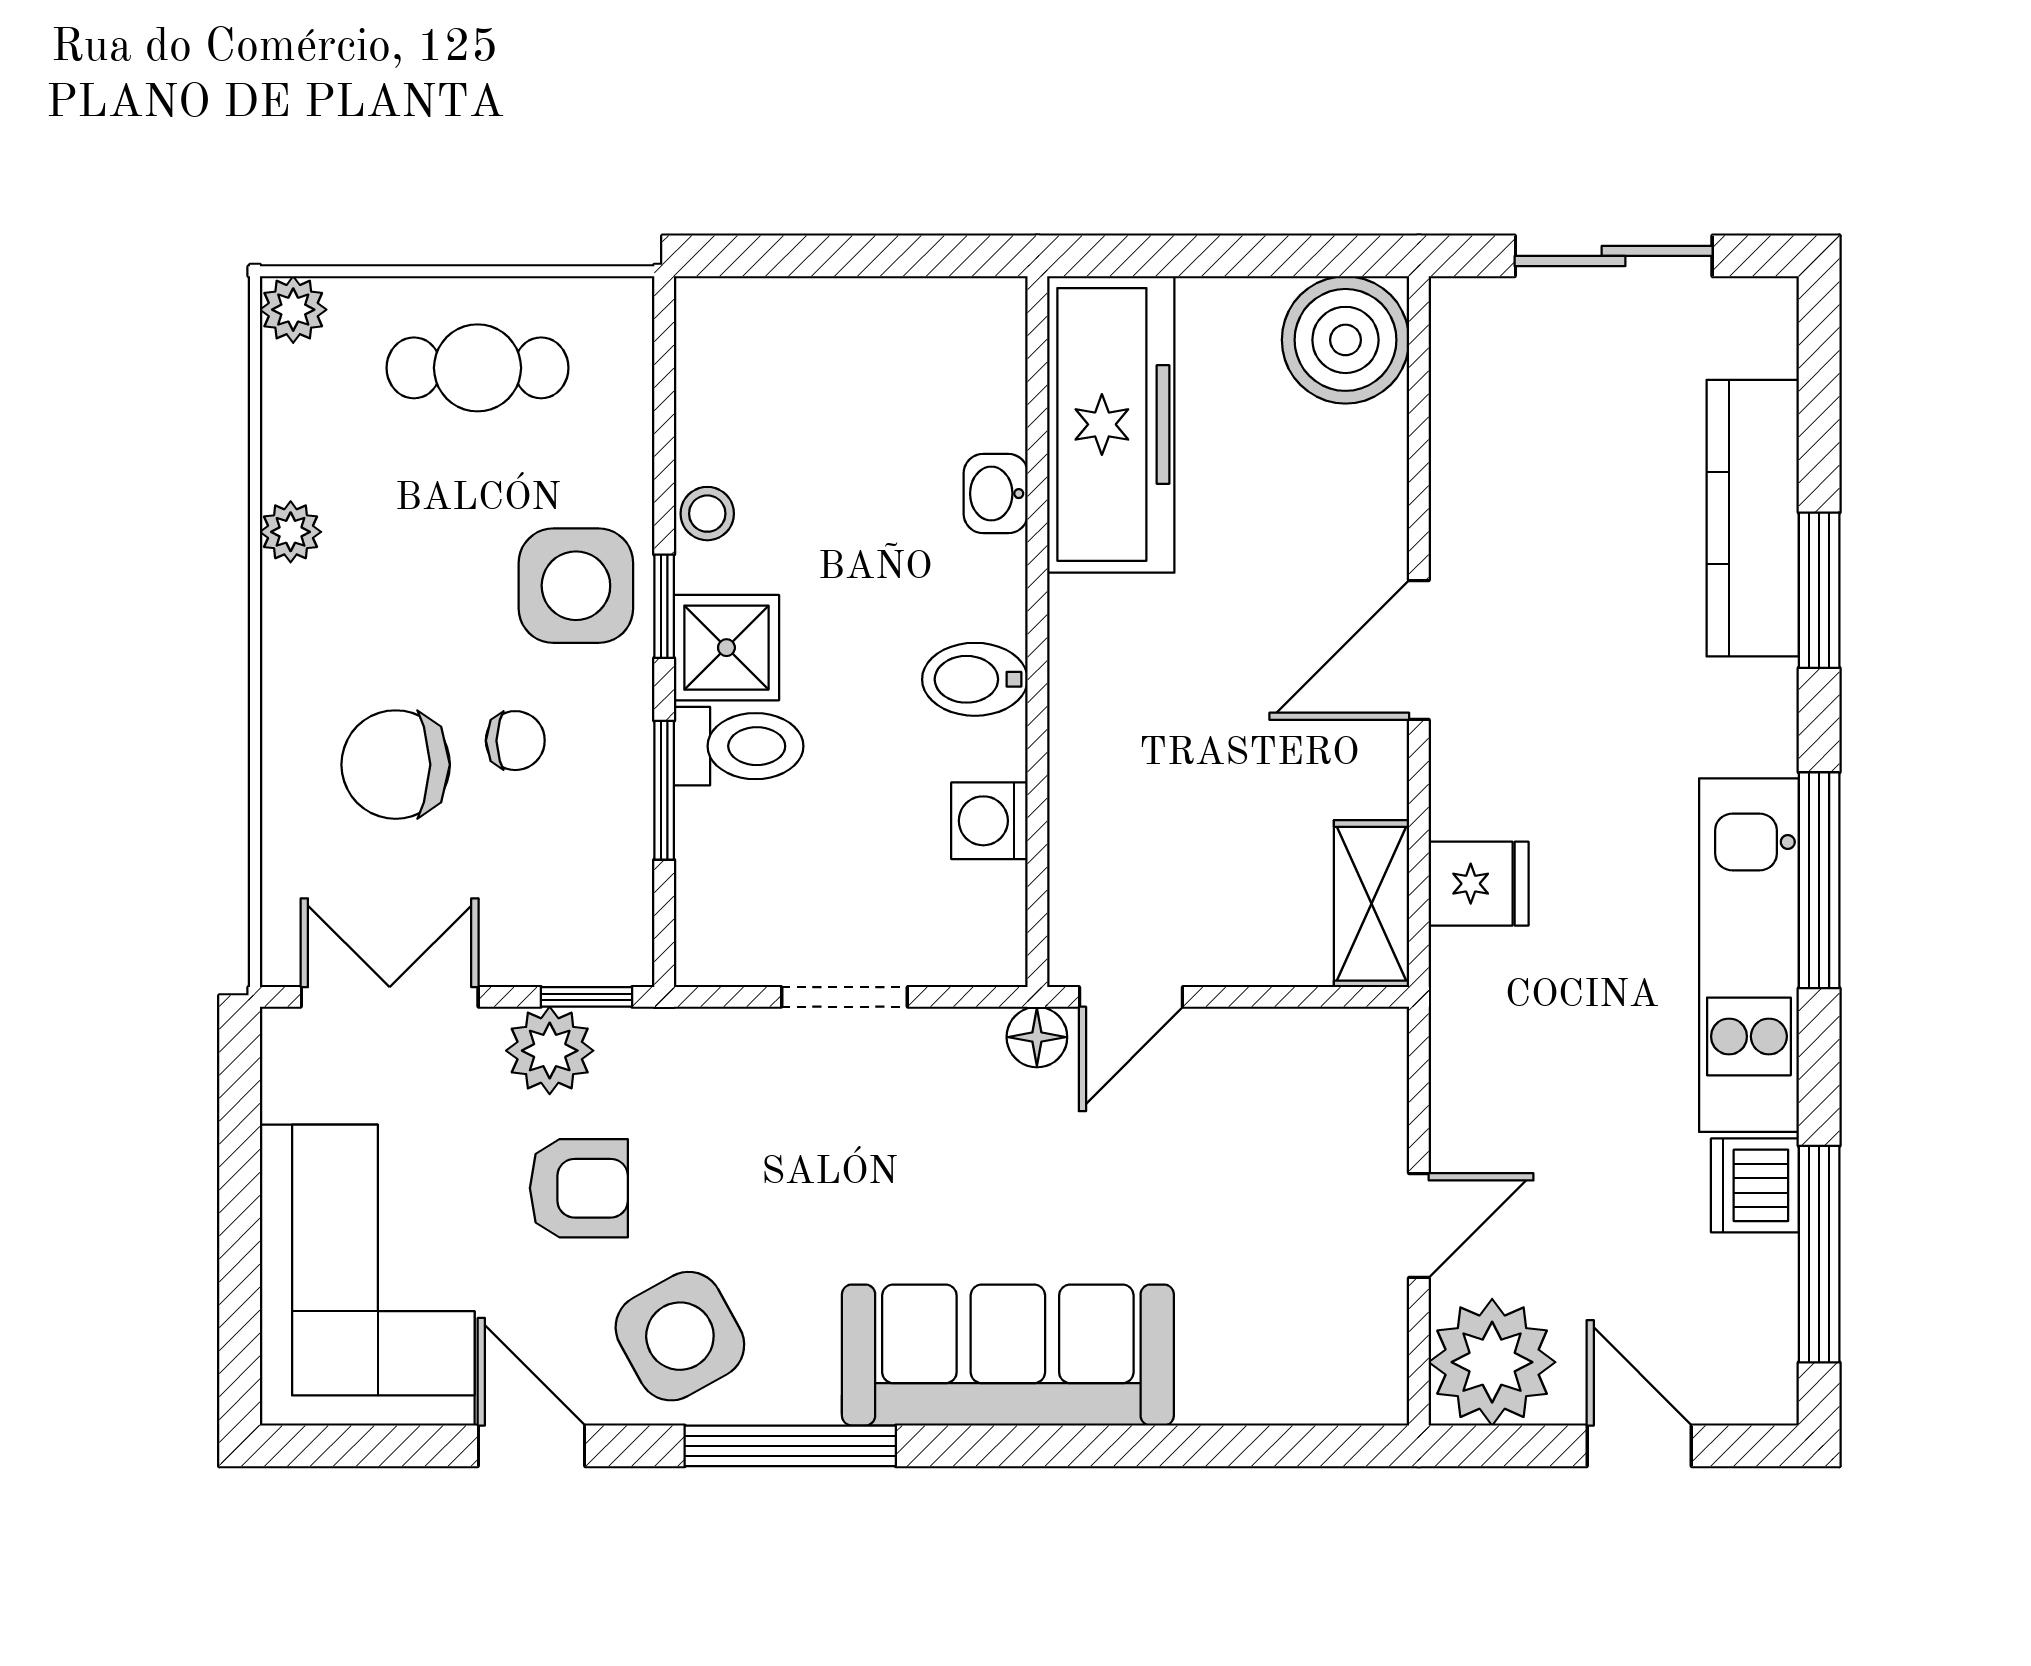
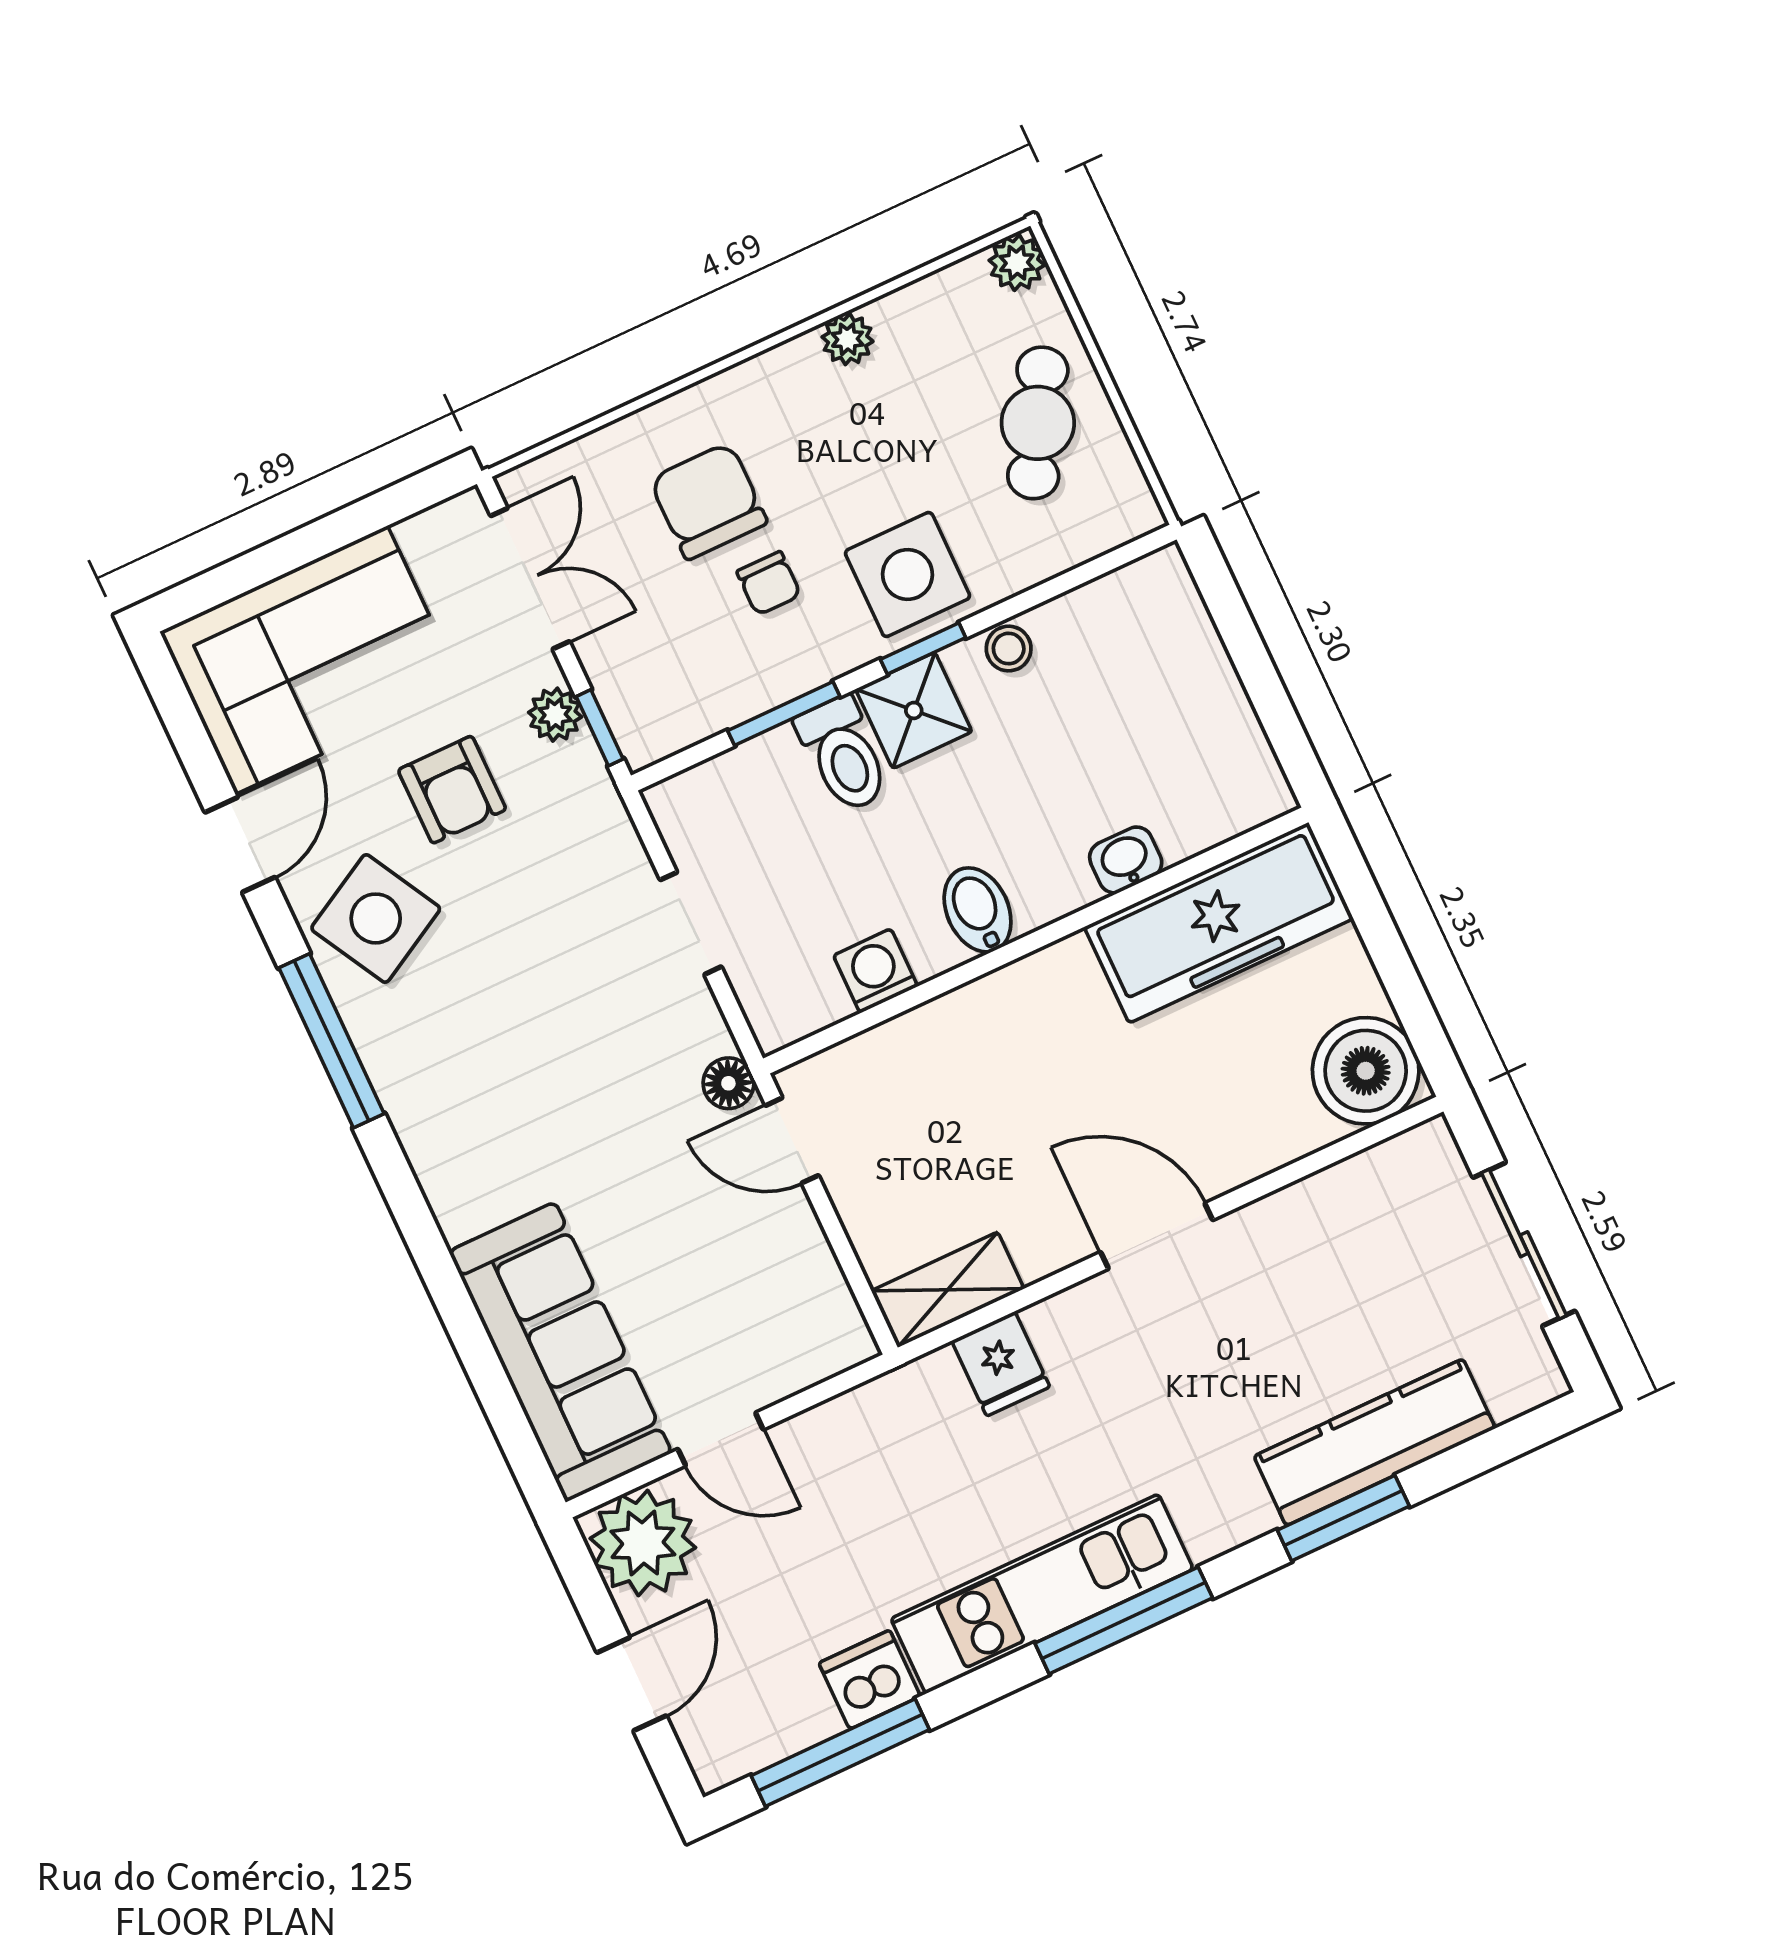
cafe table: (477, 368) -> (1038, 423), turned 30
plant: (550, 1051) -> (555, 715), width x0.73, depth x0.73
sofa: (1008, 1355) -> (560, 1352), moved

